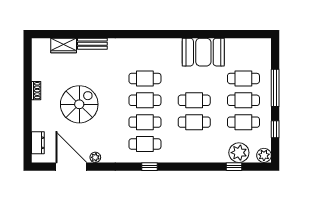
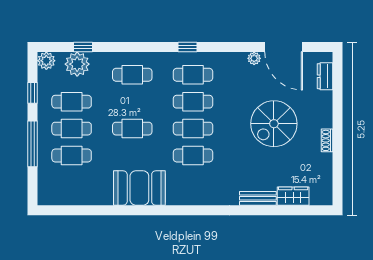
booth: (203, 52) -> (139, 188), moved
cafe table: (194, 122) -> (132, 75), moved

